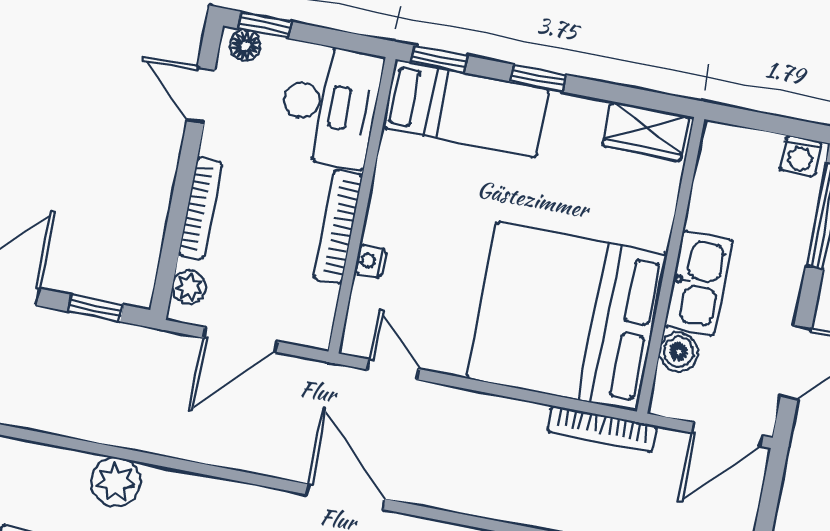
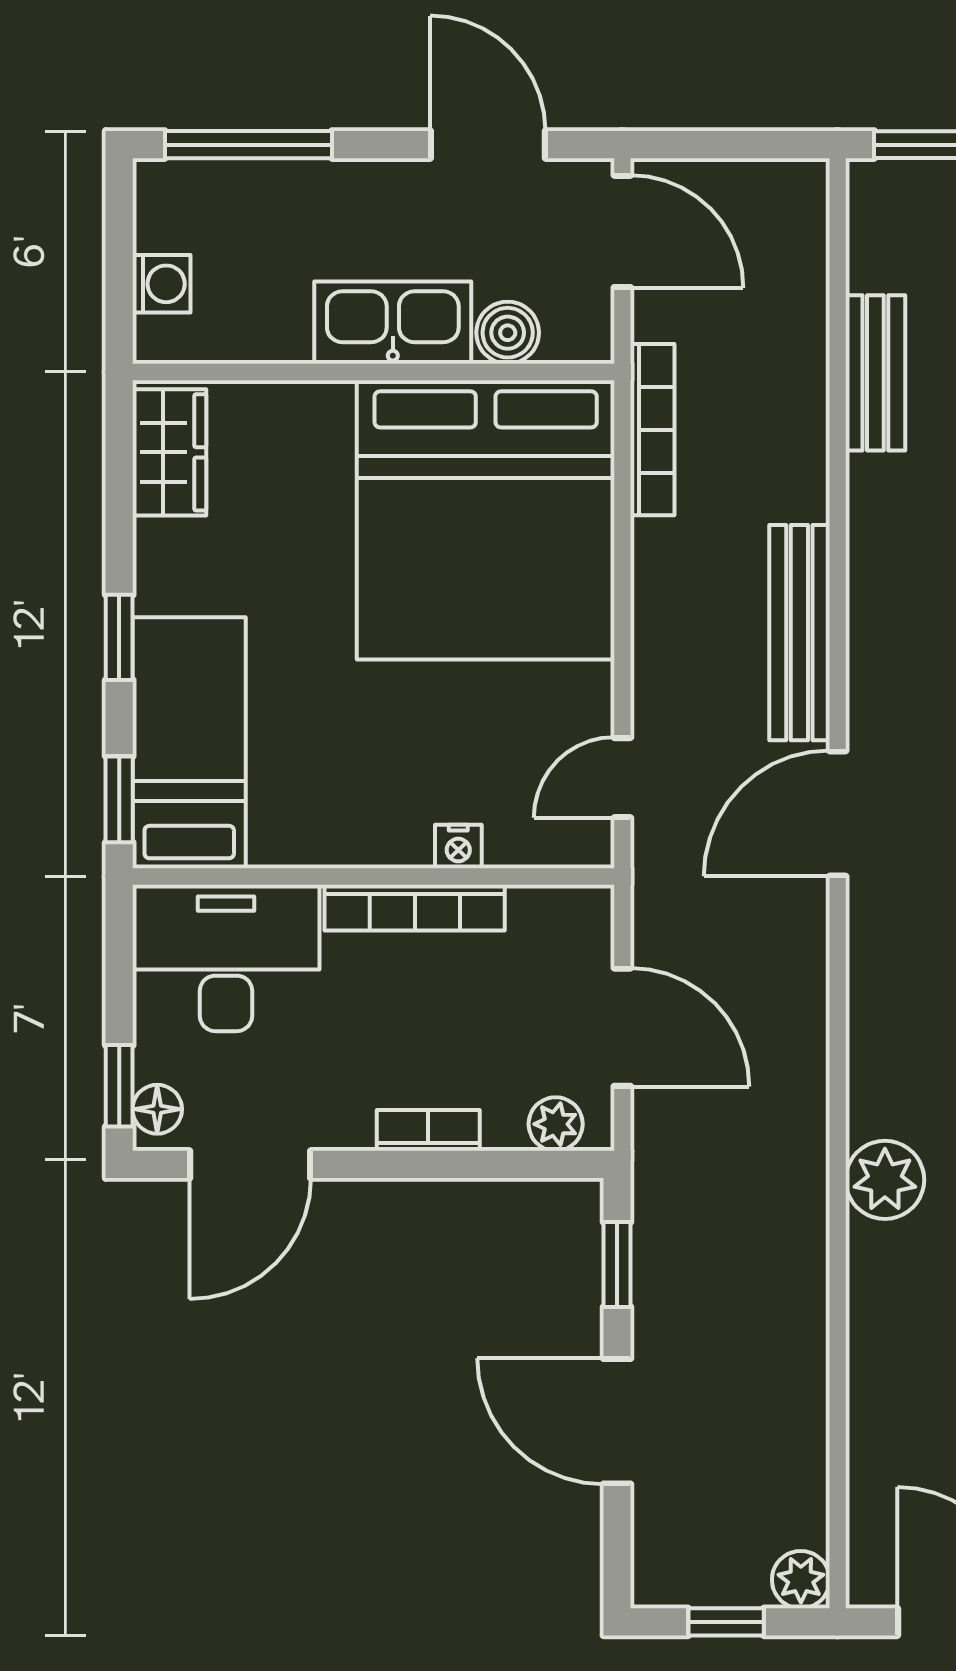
door: (201, 96) -> (250, 1164), width x1.38
washing machine: (801, 156) -> (162, 284), moved
bookcase: (200, 209) -> (428, 1130), width x0.64
bench: (461, 495) -> (799, 633), added

